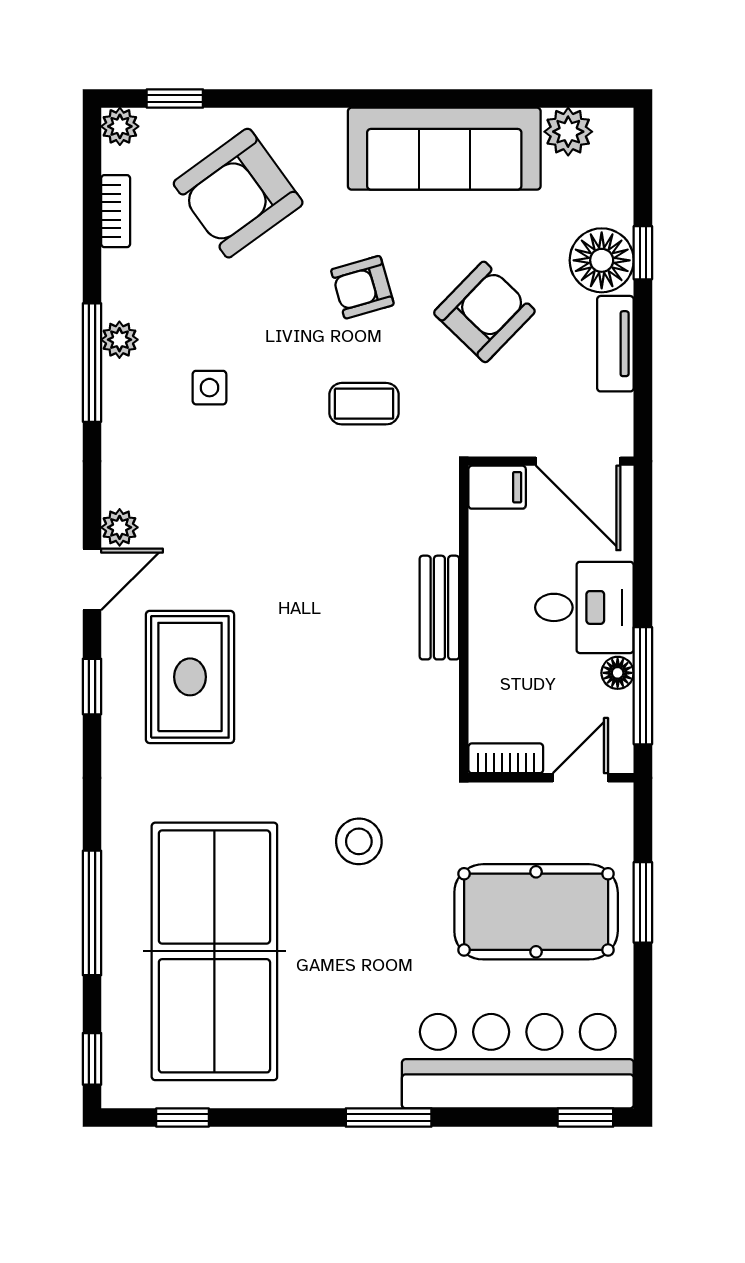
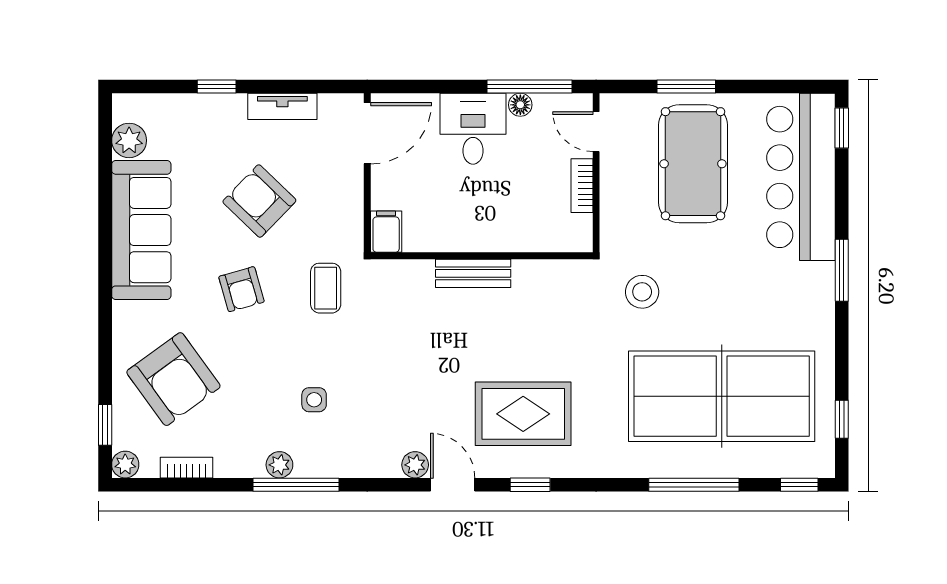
floor lamp: (602, 260) -> (222, 116), removed
filing cabinet: (497, 487) -> (386, 232), moved
bench: (439, 608) -> (473, 273), moved
wall: (464, 619) -> (482, 256), moved

